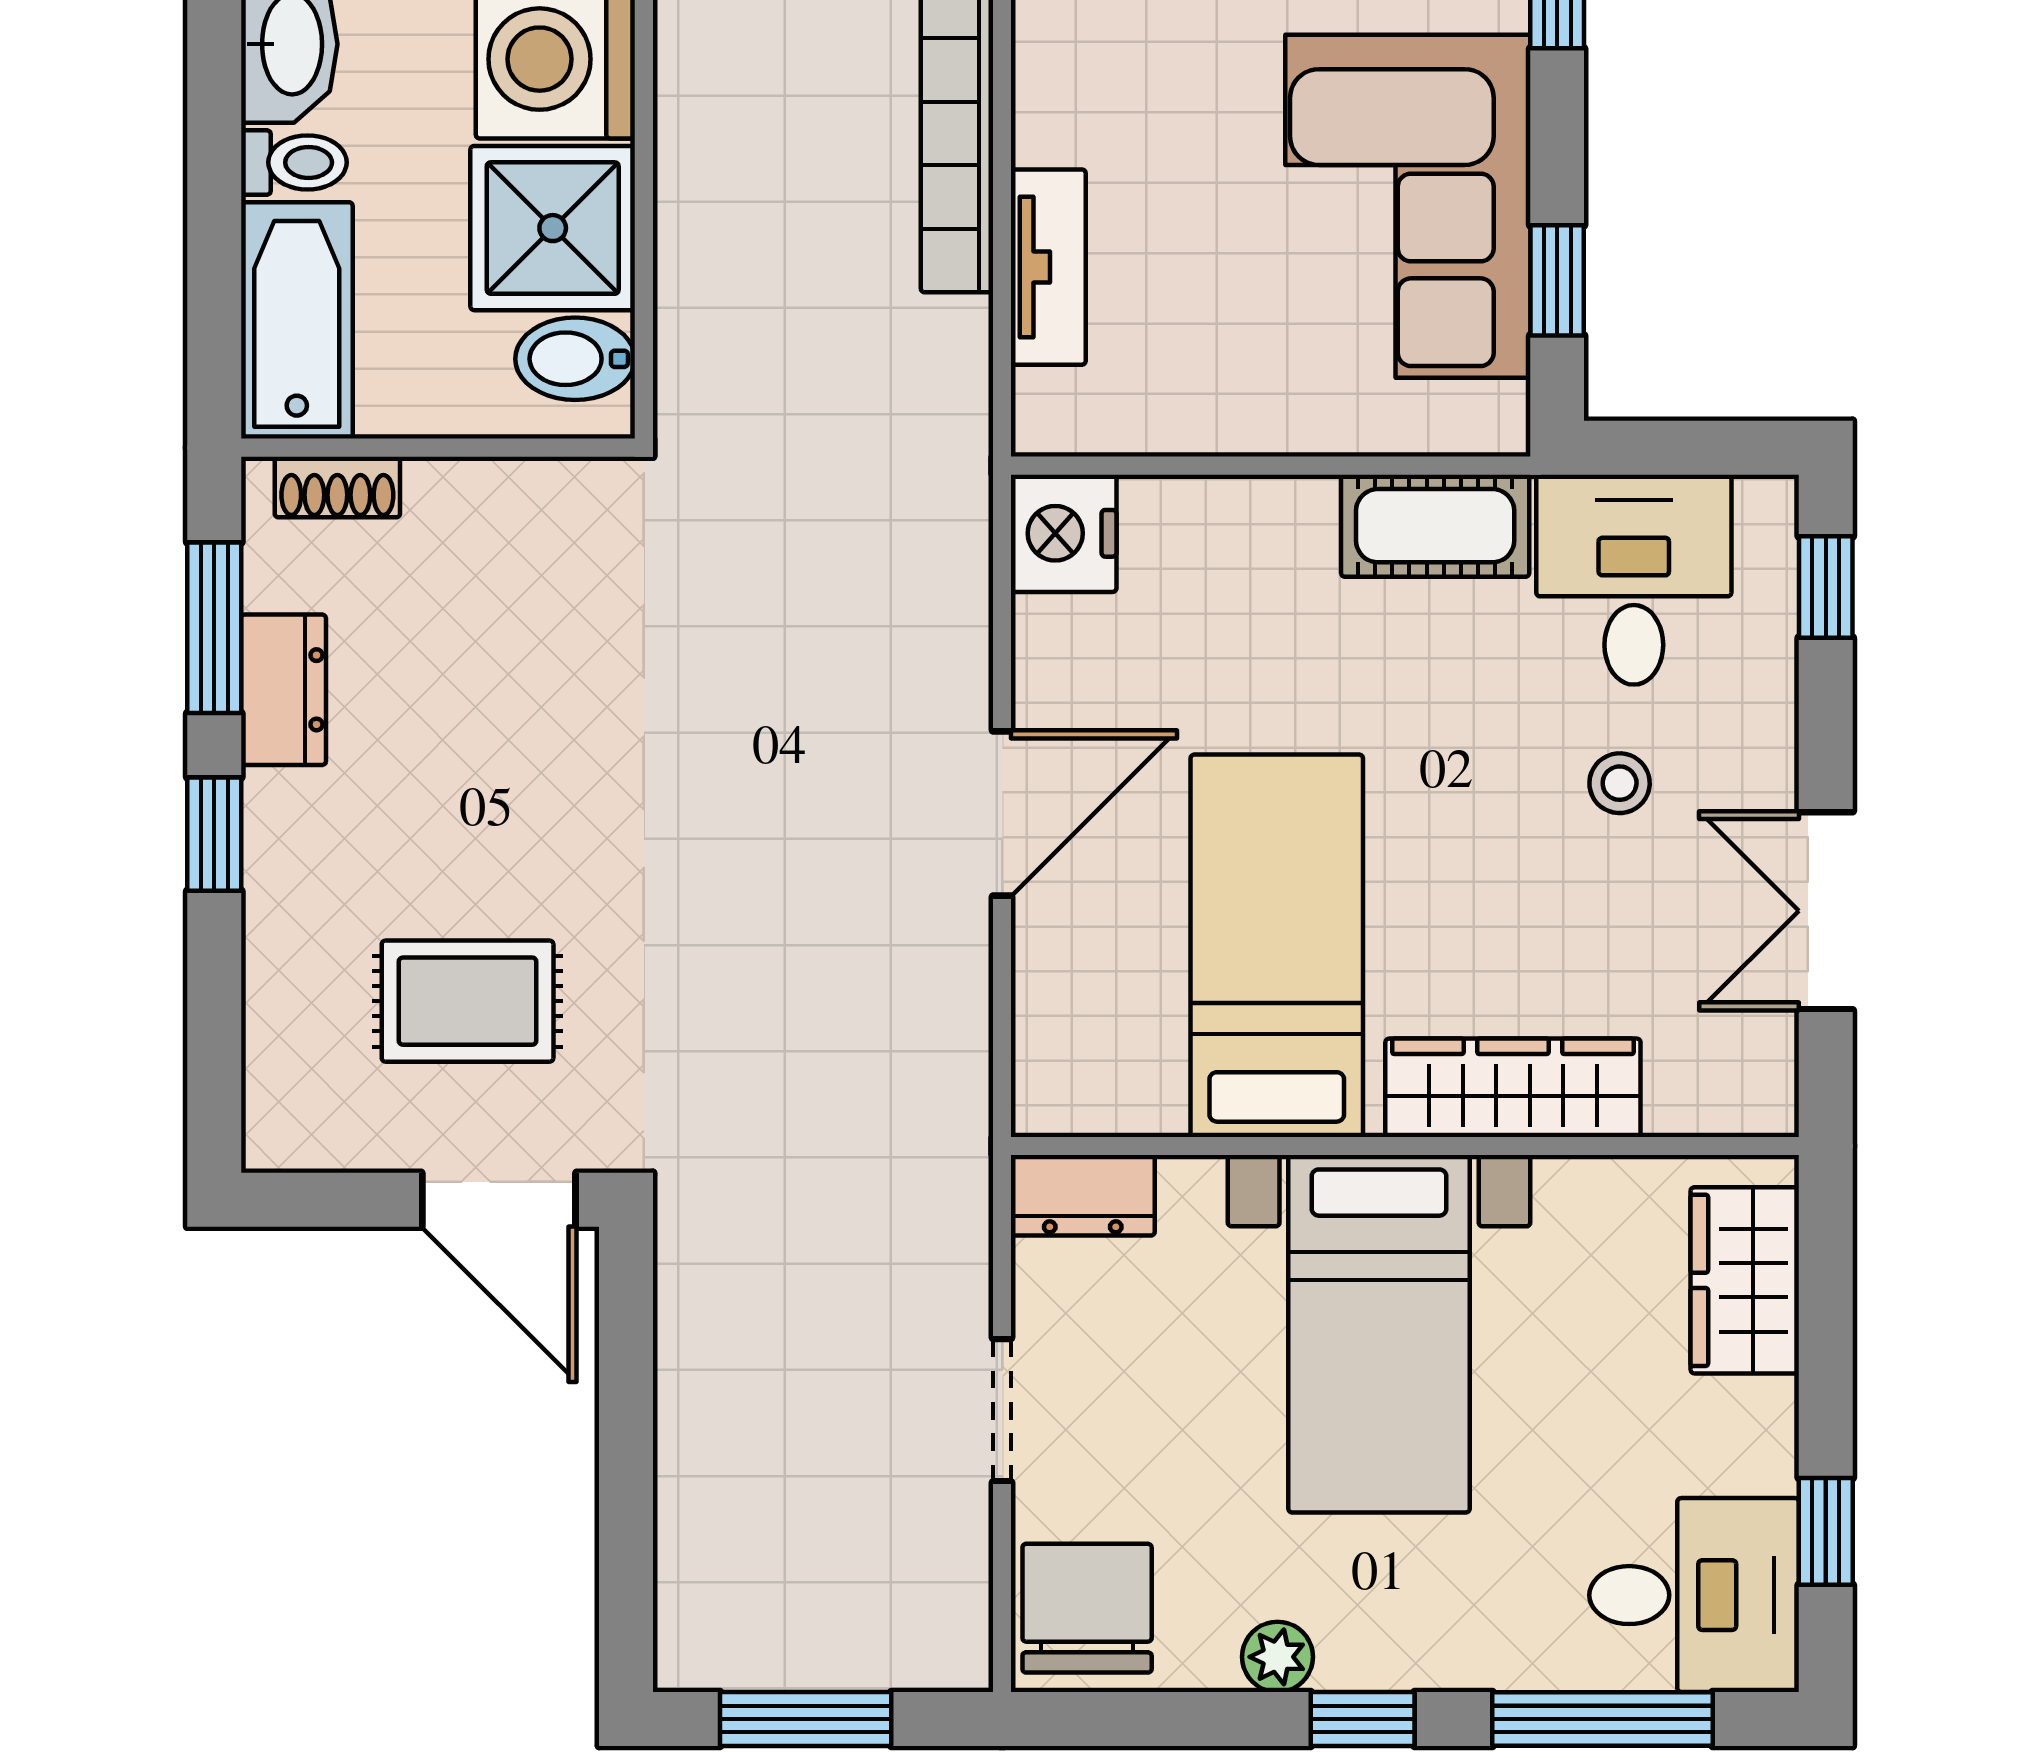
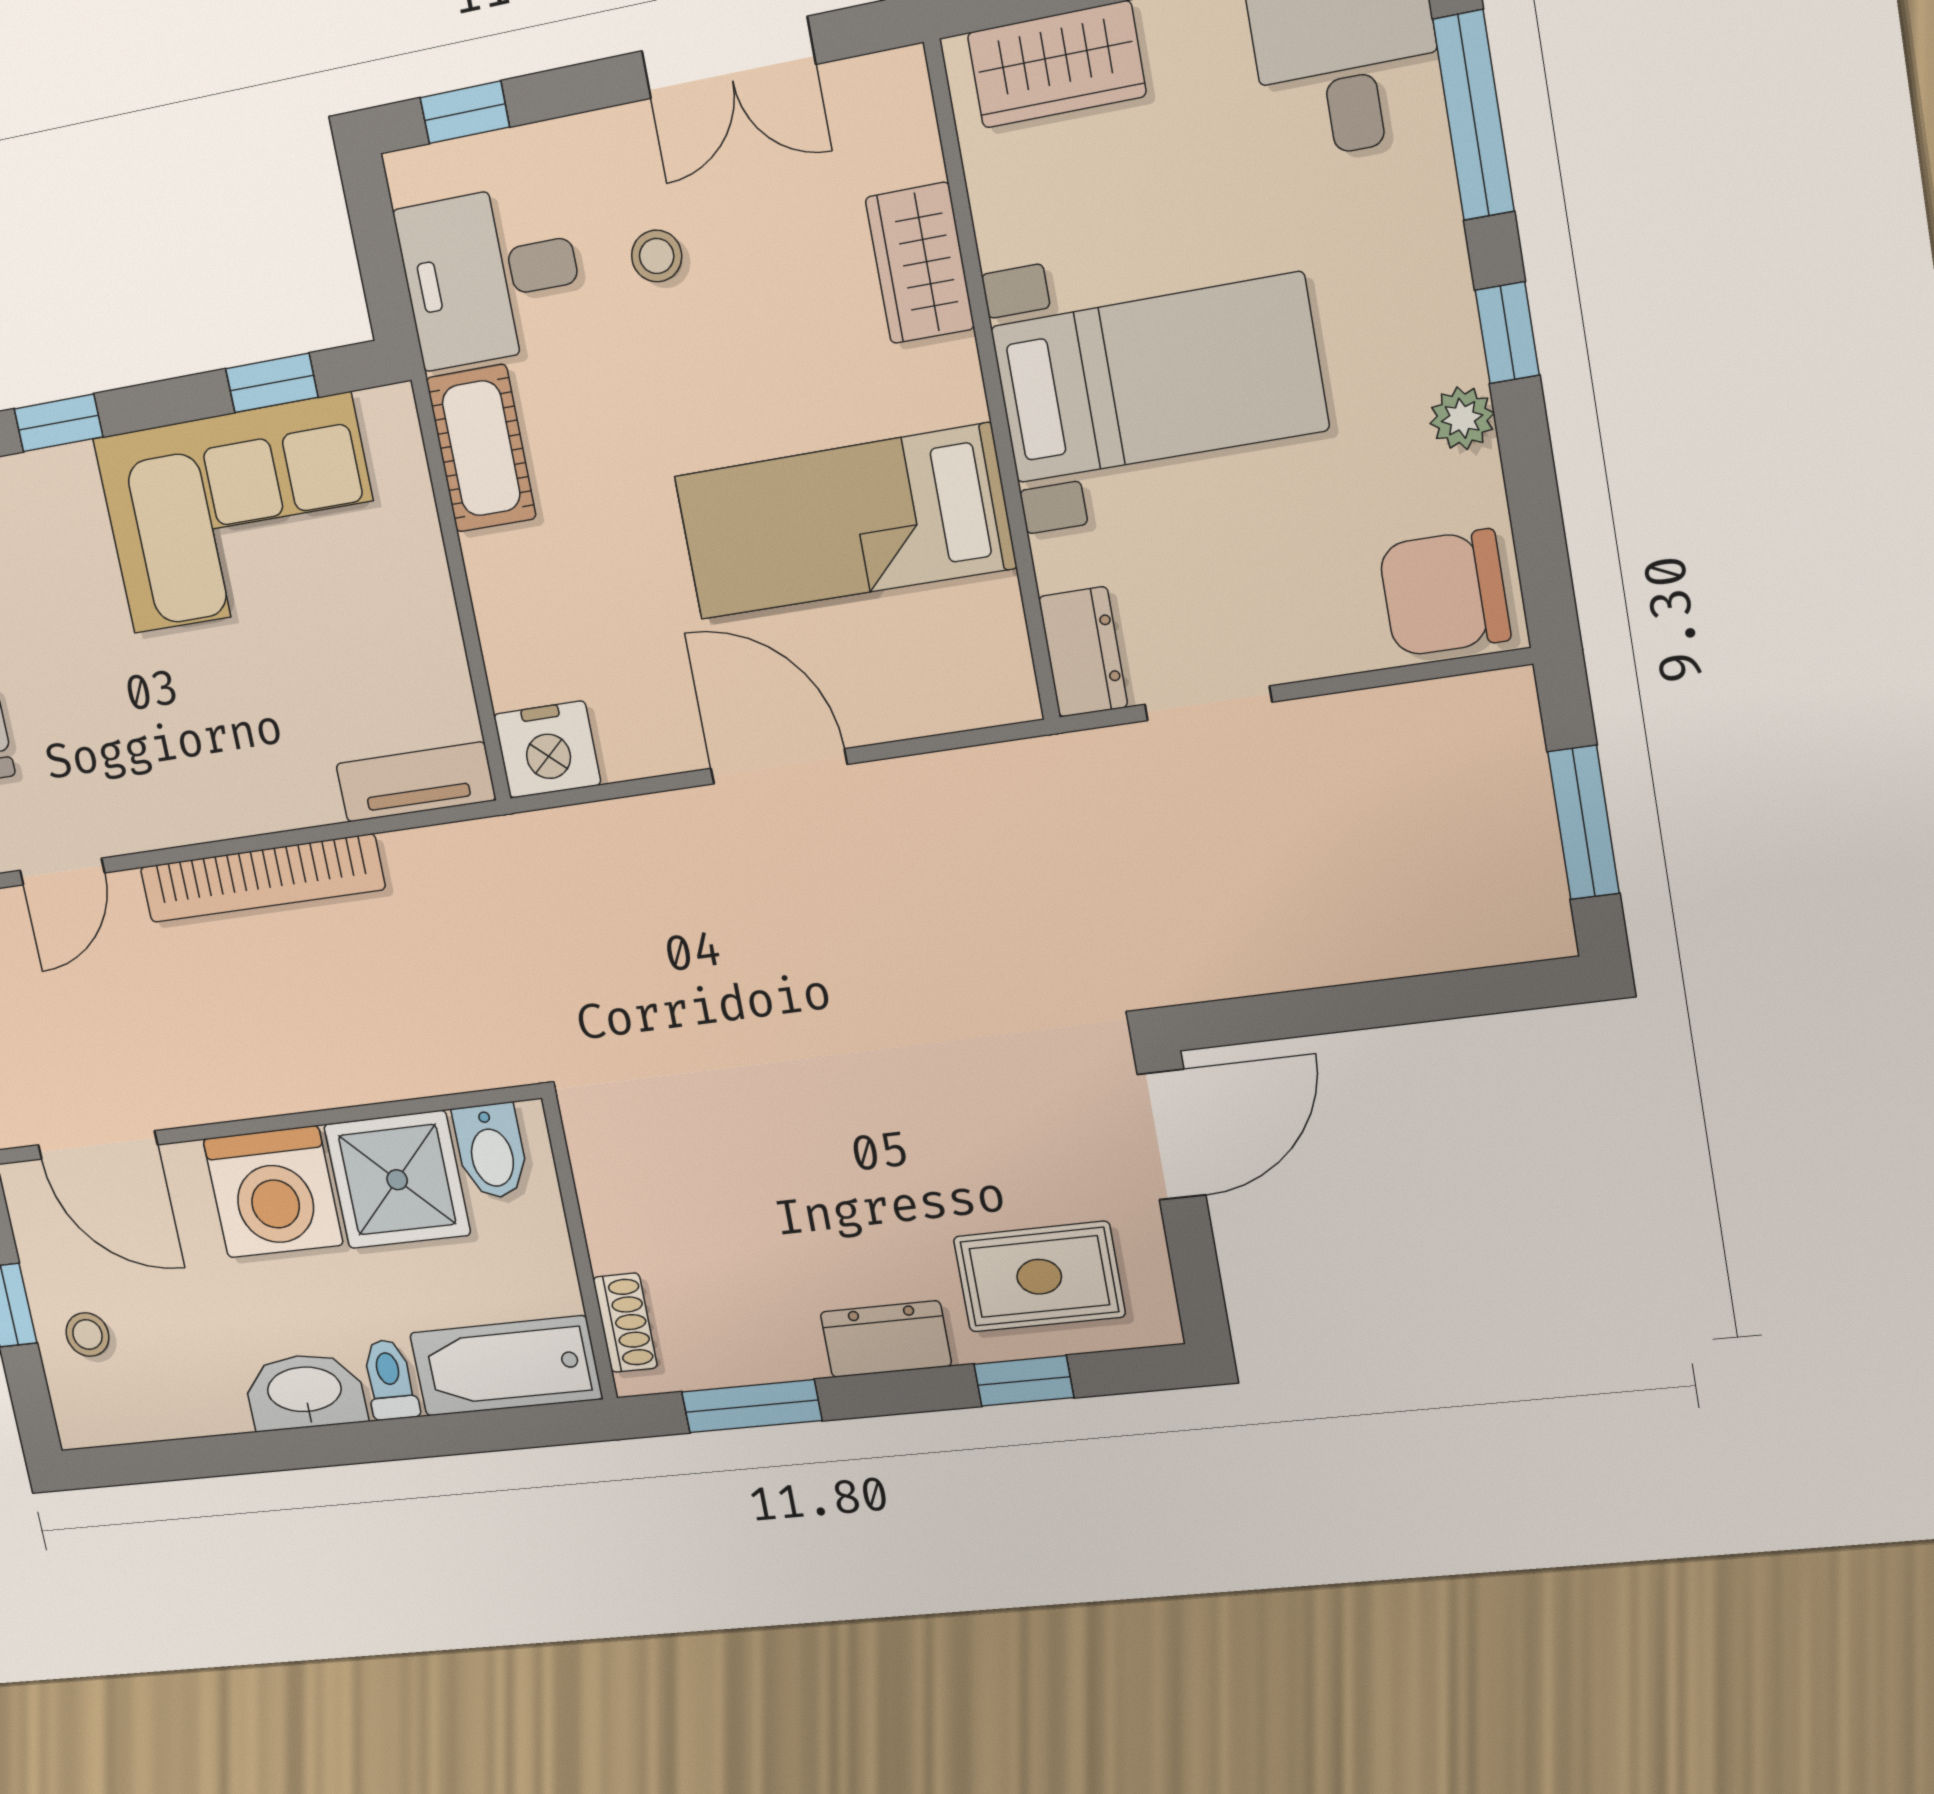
tv unit: (1048, 267) -> (416, 782), moved
dresser: (283, 690) -> (886, 1339), moved
window: (214, 834) -> (1024, 1381), moved
rug: (468, 1001) -> (1039, 1277), moved, turned 90
wardrobe: (1513, 1088) -> (920, 263), width x0.67
doorway: (1002, 1410) -> (1208, 703), moved

